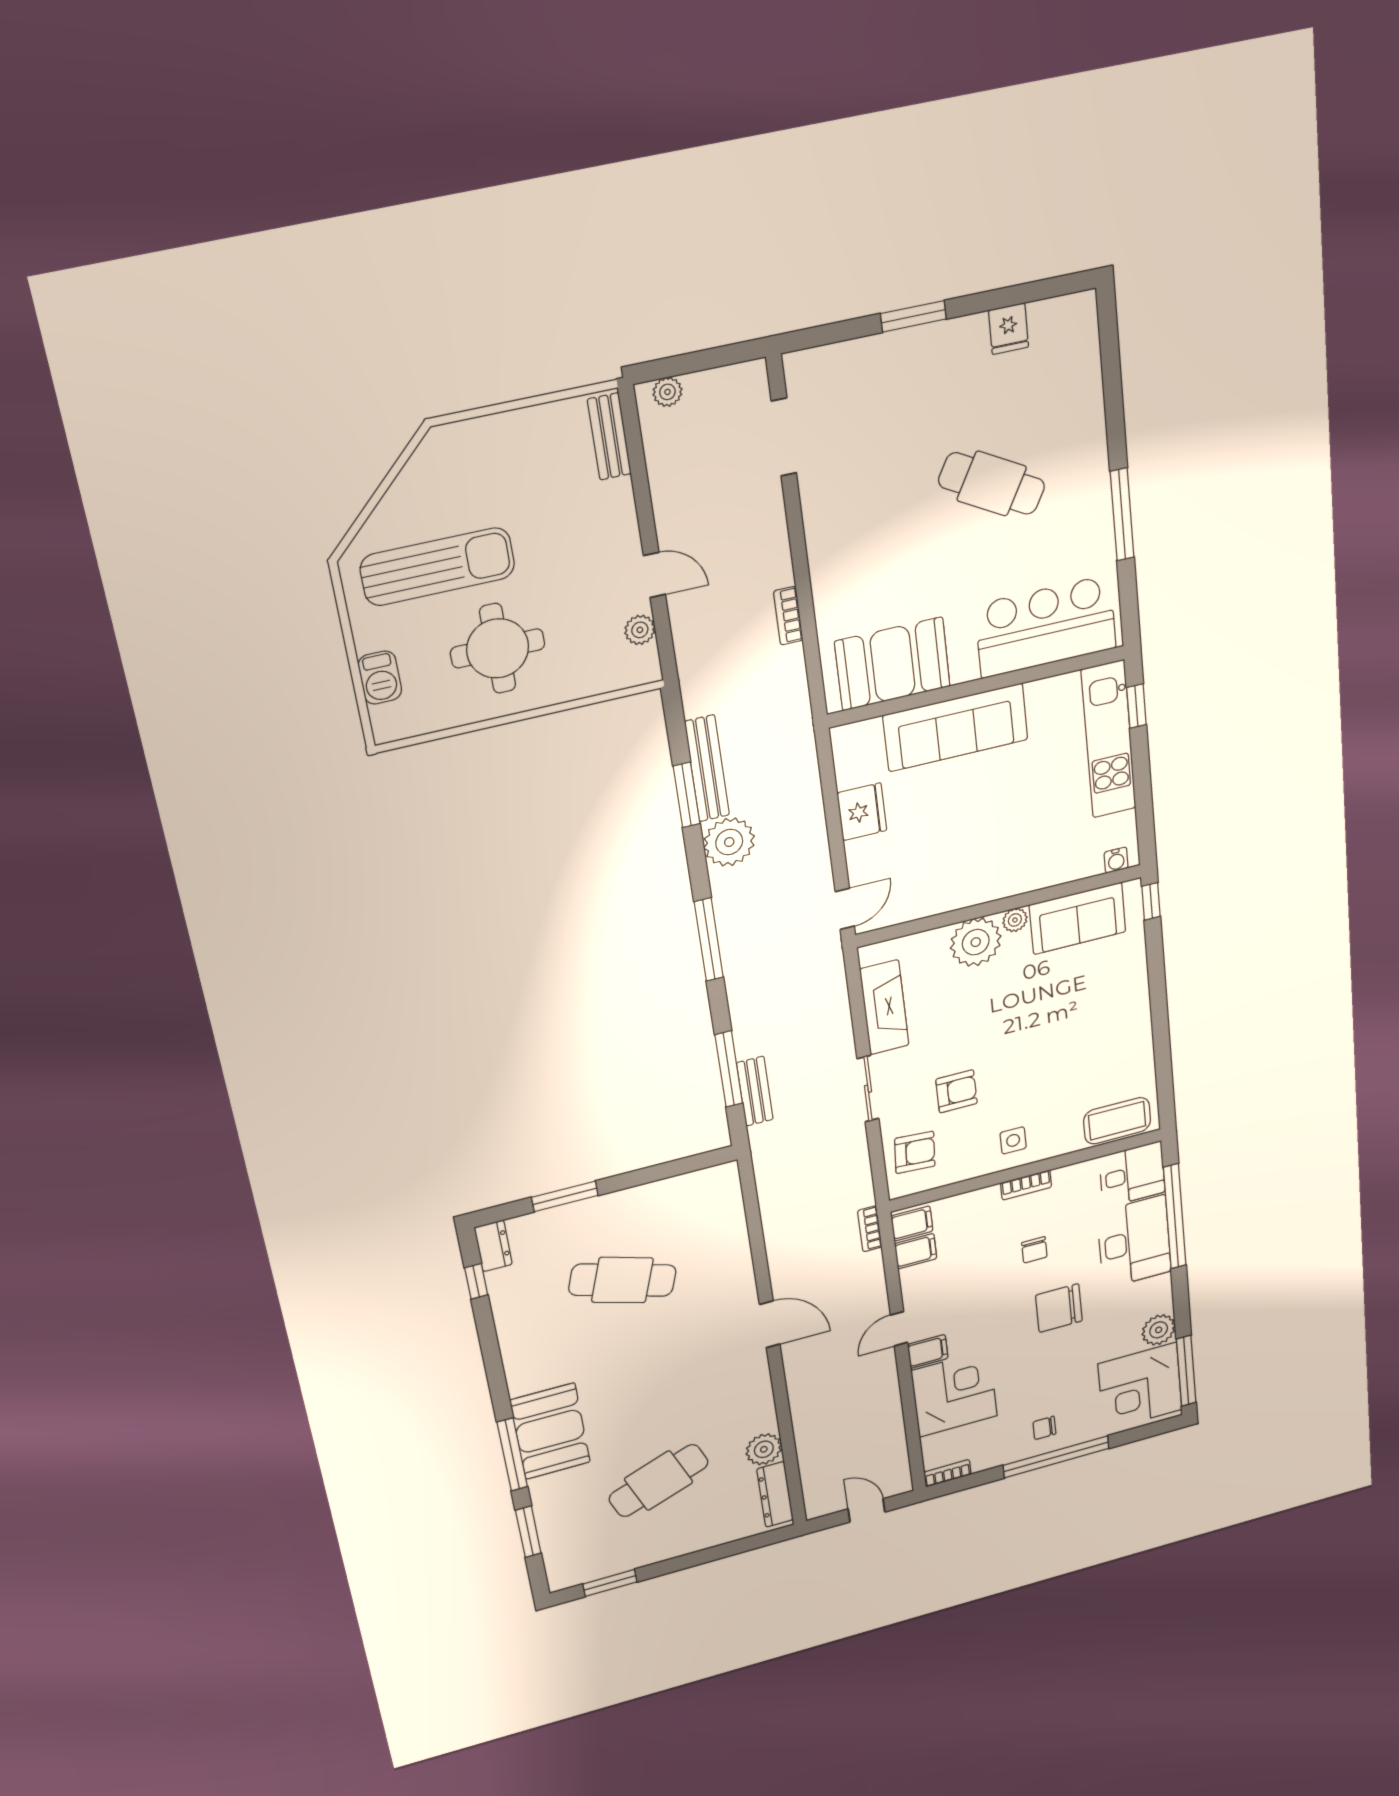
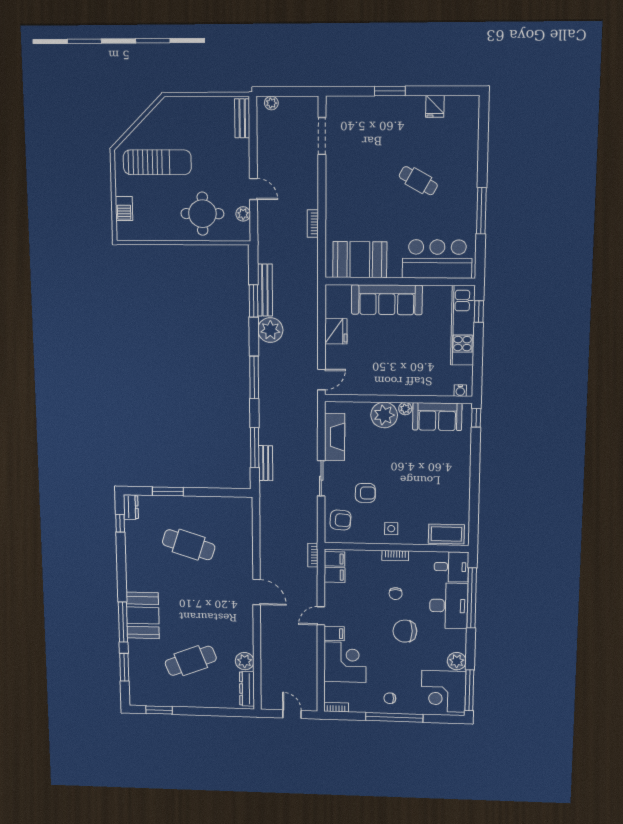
cafe table: (992, 484) -> (418, 181), width x0.73, depth x0.74
round table: (498, 648) -> (202, 214), moved

